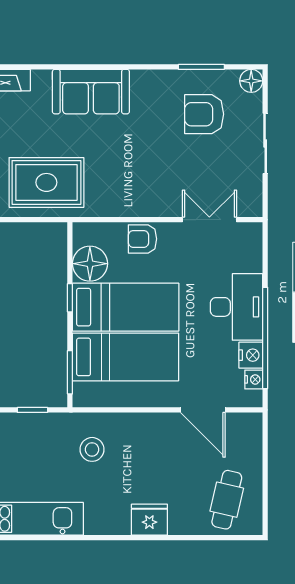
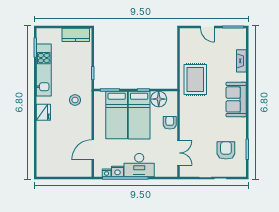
floor lamp: (251, 81) -> (241, 172), removed
cafe table: (227, 500) -> (52, 161), removed
fridge: (149, 520) -> (43, 112), moved

